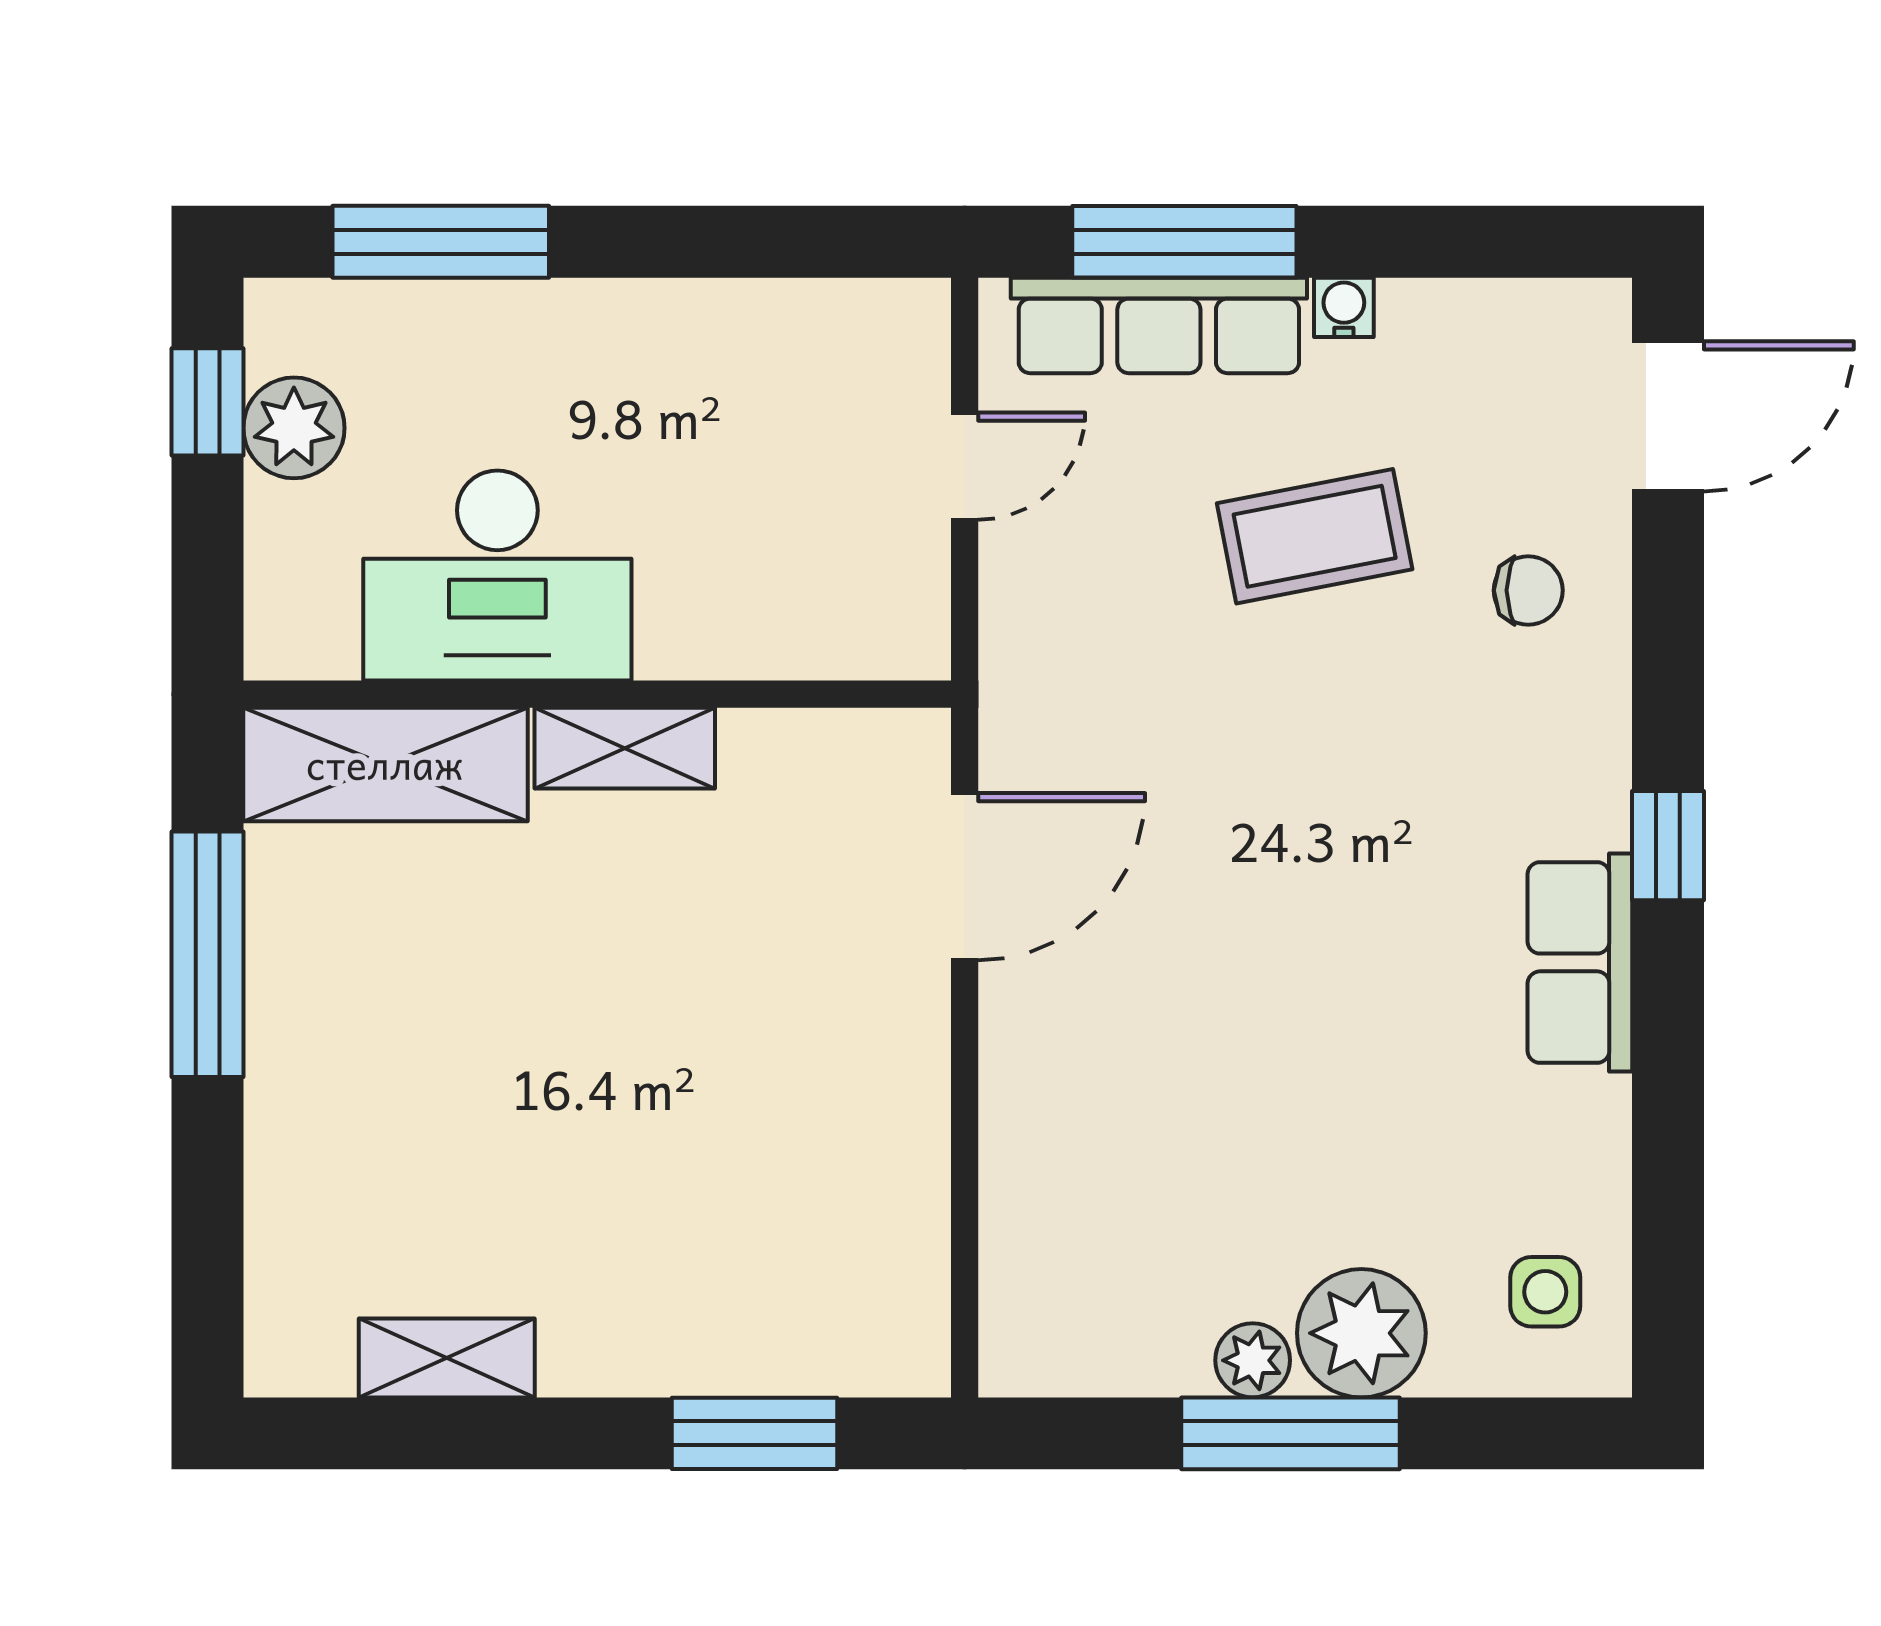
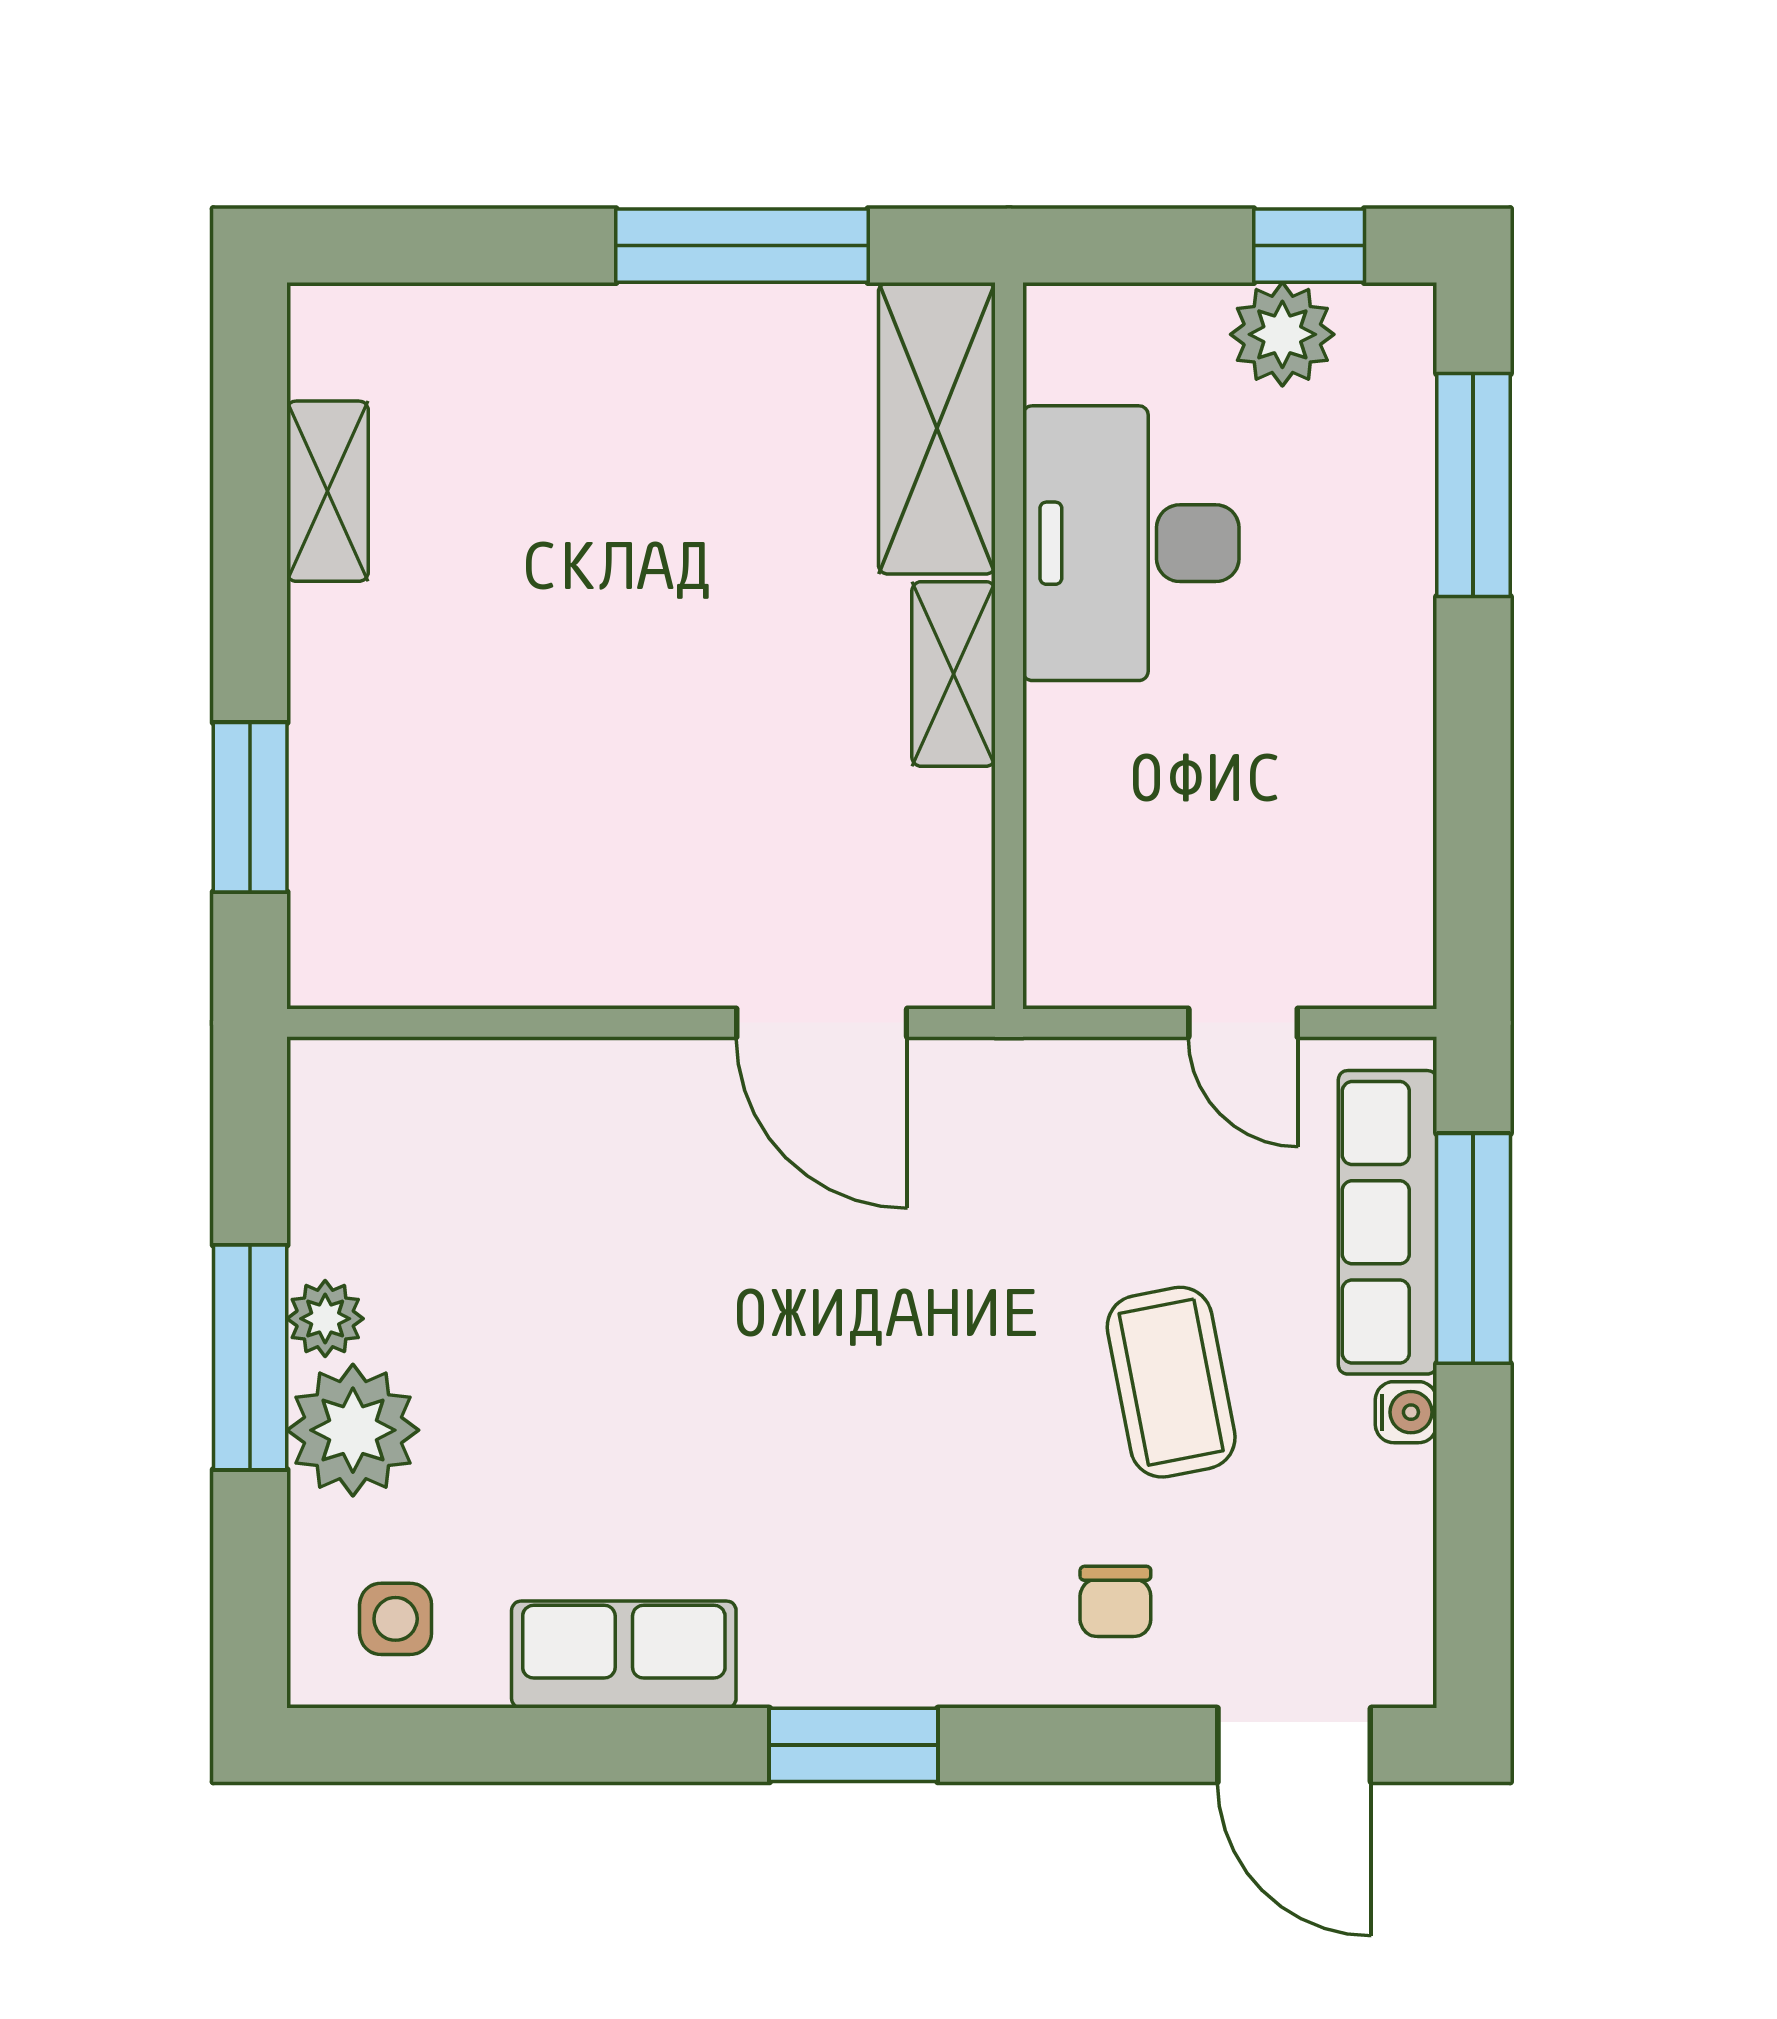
window: (1668, 846) -> (854, 1745), width x1.50
row of seats: (1580, 962) -> (624, 1655), moved

